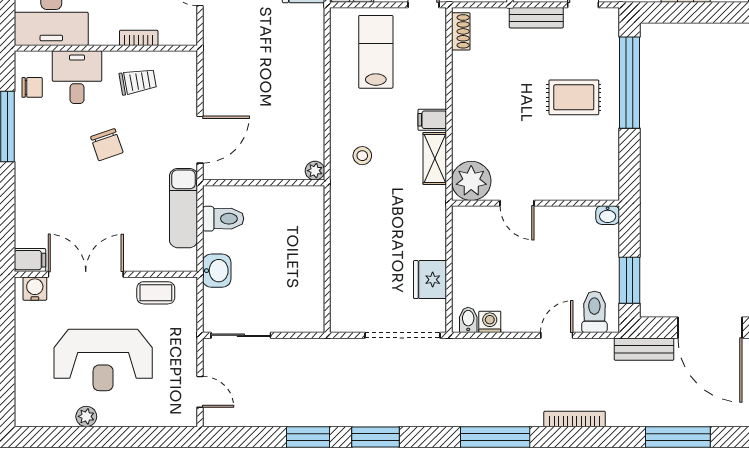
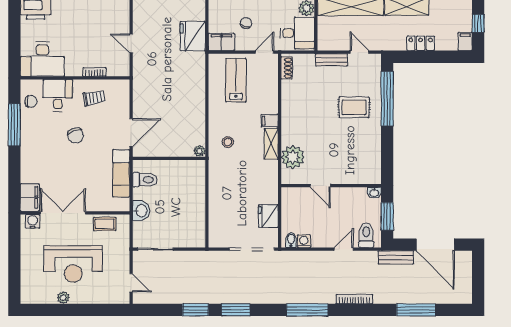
door: (517, 203) -> (320, 186), moved
wall: (535, 203) -> (331, 186), moved
washbasin: (608, 215) -> (374, 193), moved
filing cabinet: (30, 260) -> (30, 197), width x2.00

